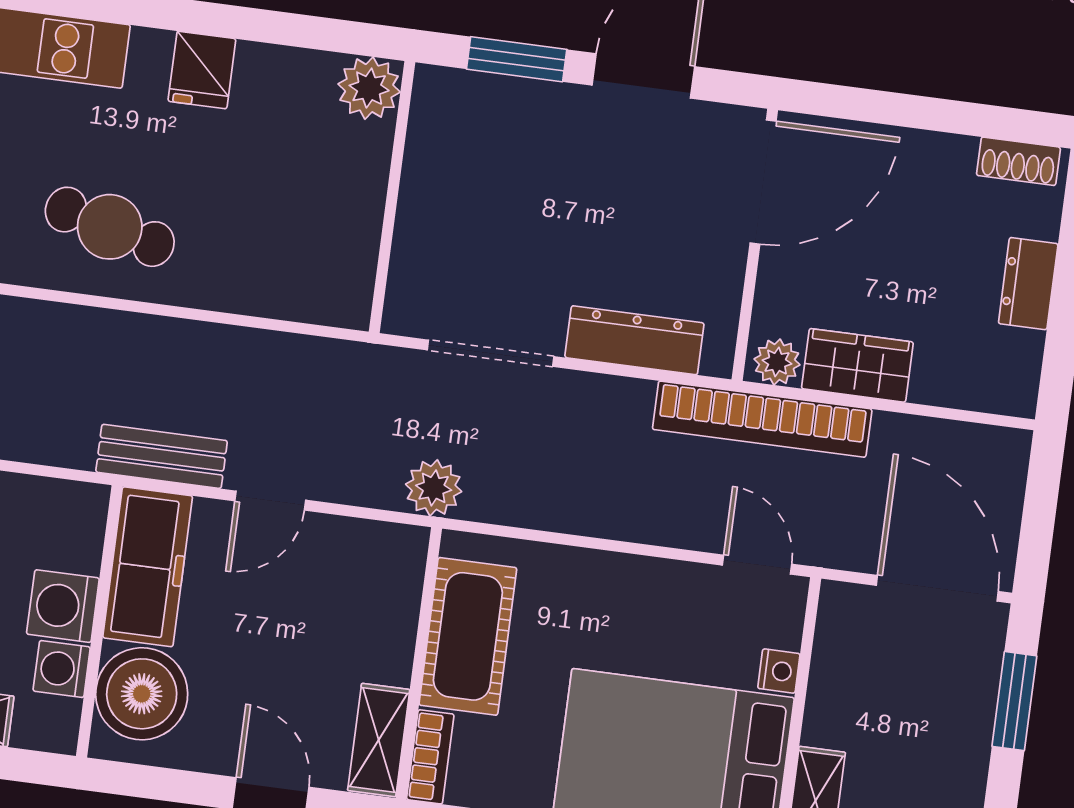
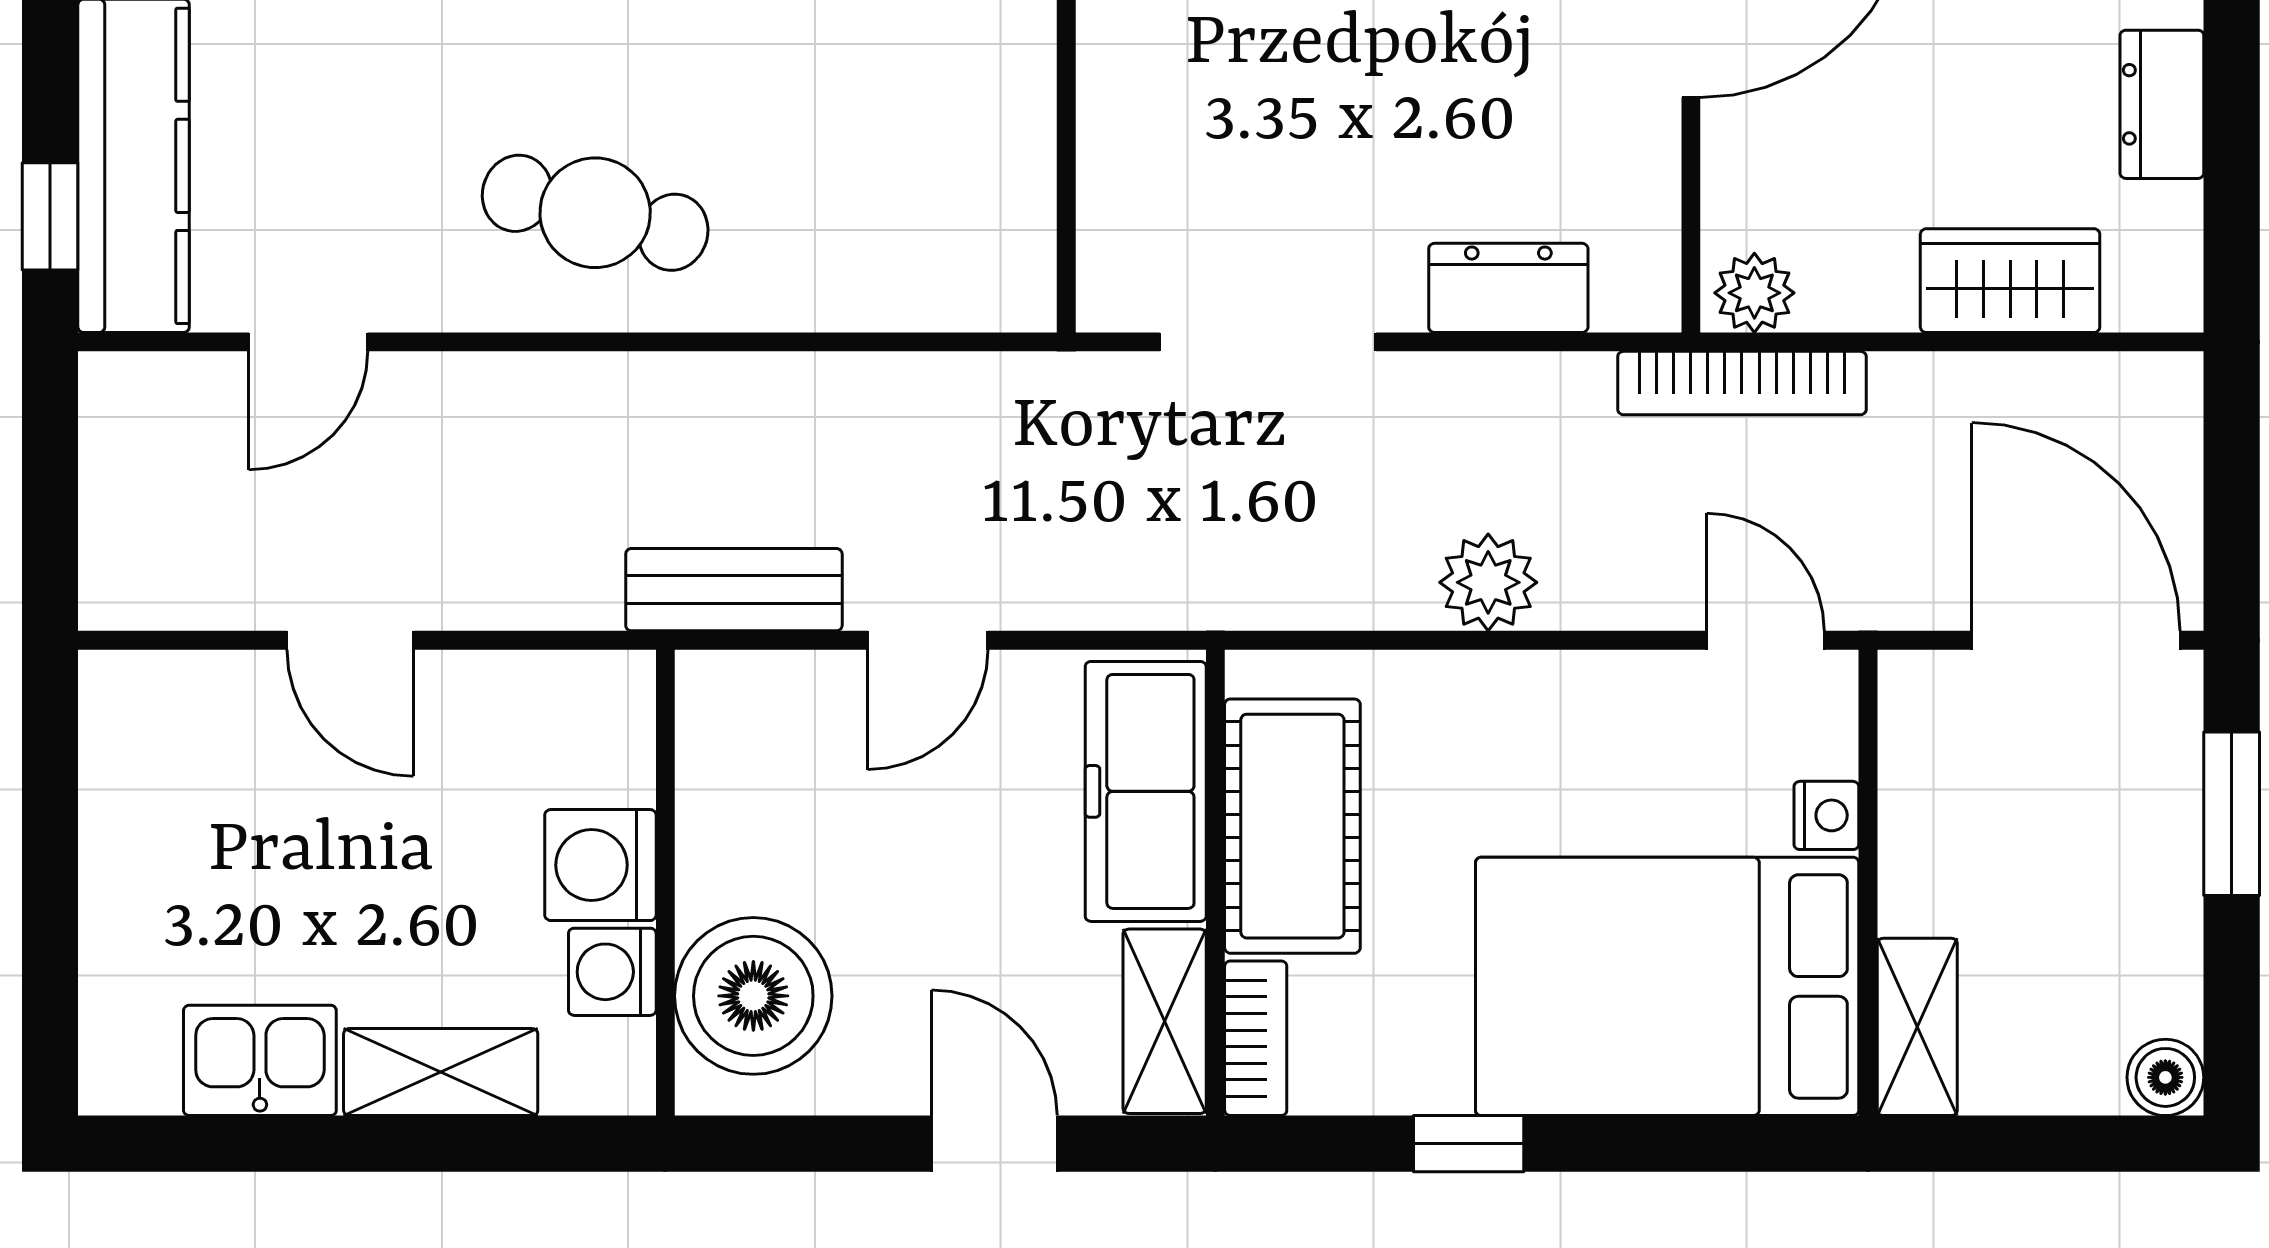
dresser: (634, 340) -> (1508, 288), width x0.70
wardrobe: (857, 365) -> (2010, 281), moved
bookcase: (762, 419) -> (1742, 383), width x0.68, depth x0.76
plant: (434, 488) -> (1488, 582), moved
freezer: (148, 567) -> (1146, 791), moved, turned 180

